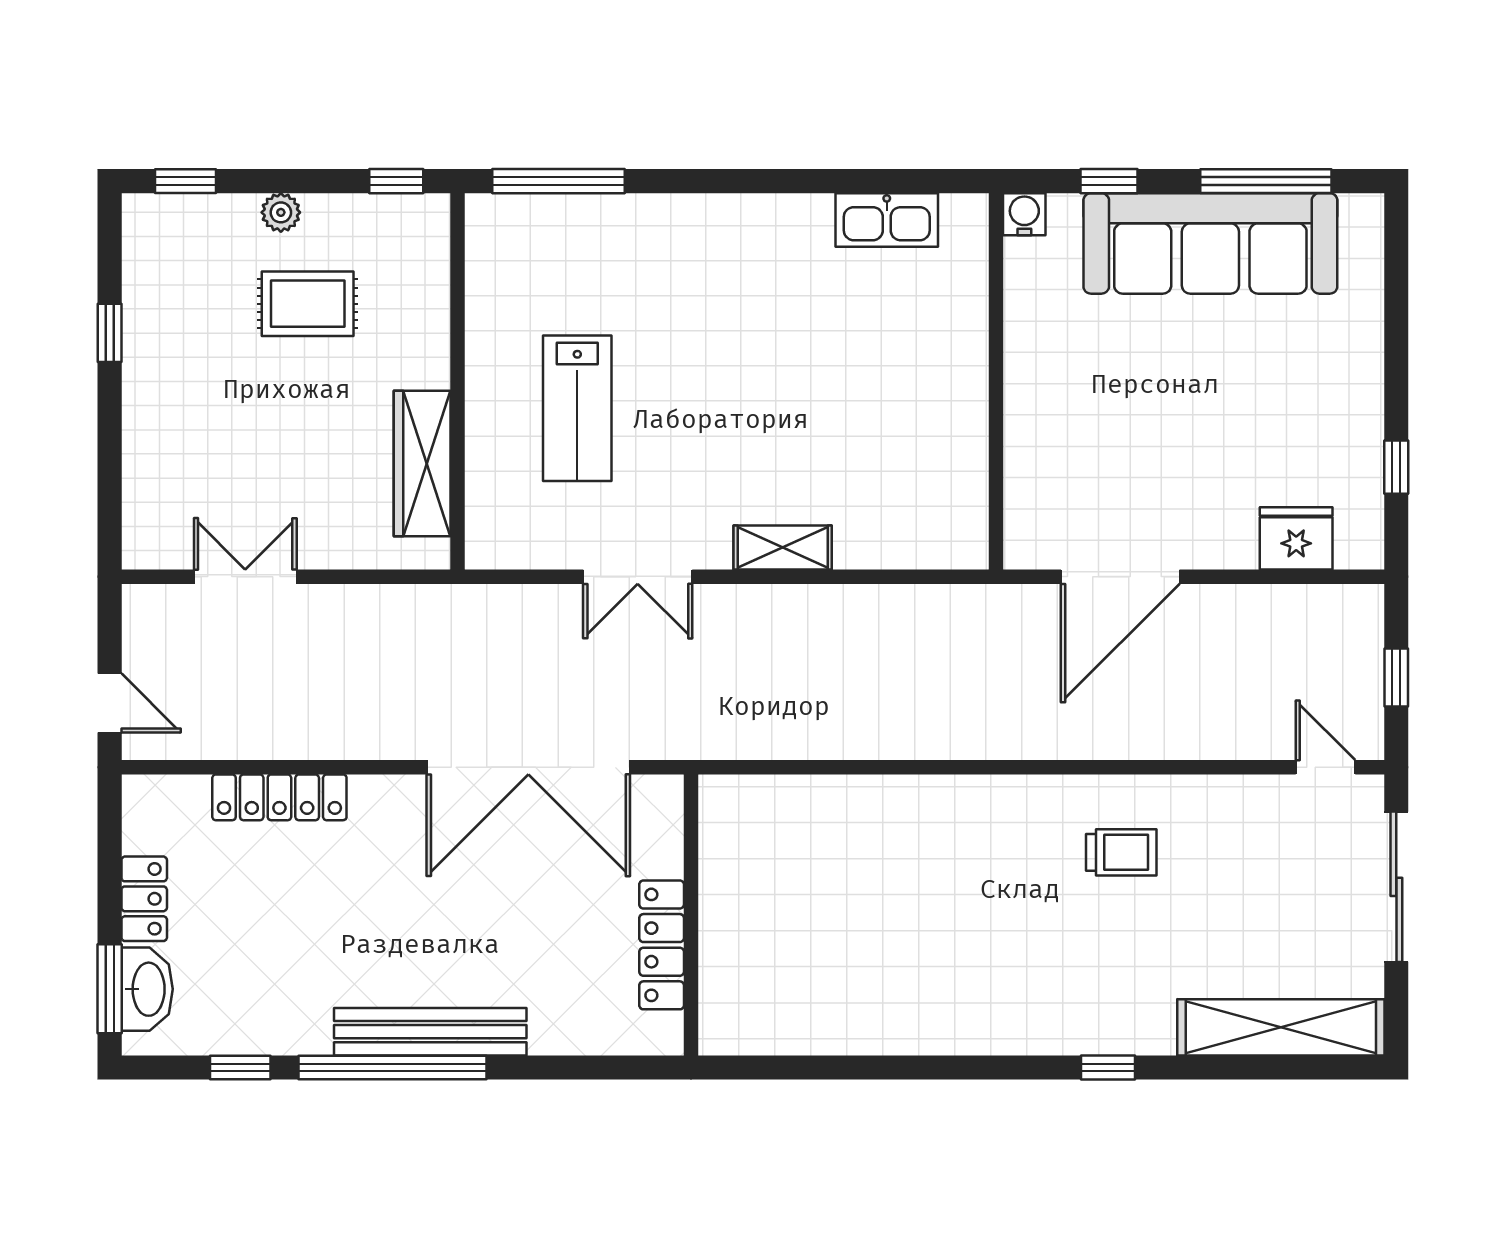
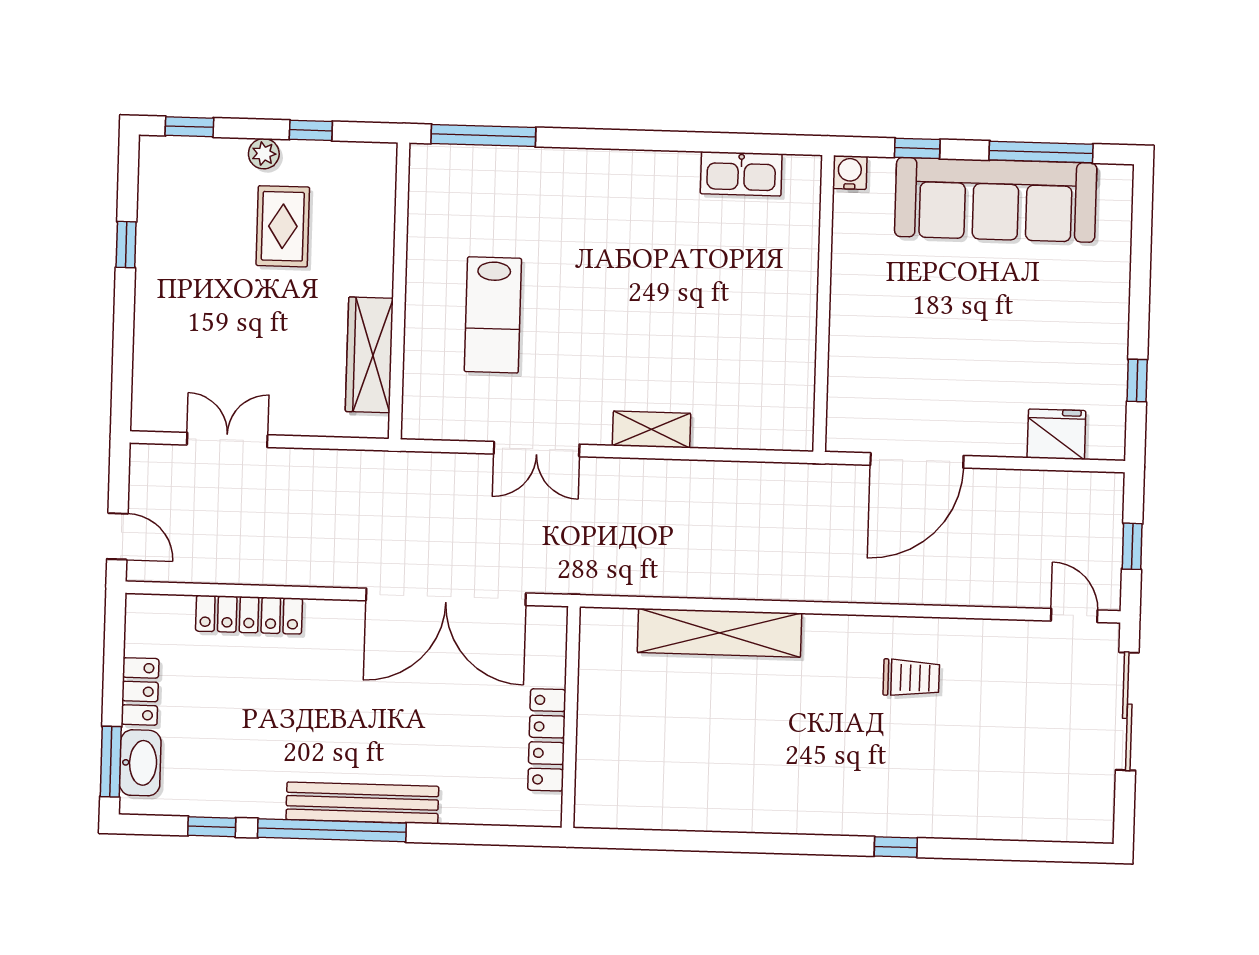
window: (396, 181) -> (311, 130), moved
rug: (308, 304) -> (283, 226), turned 90
shelving: (1281, 1027) -> (719, 633), moved

